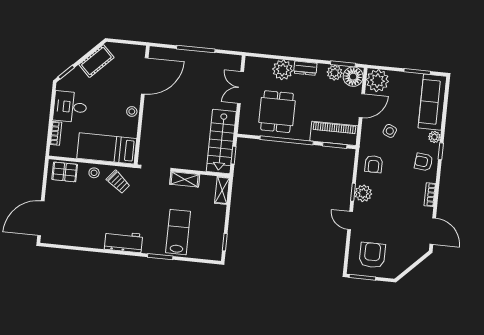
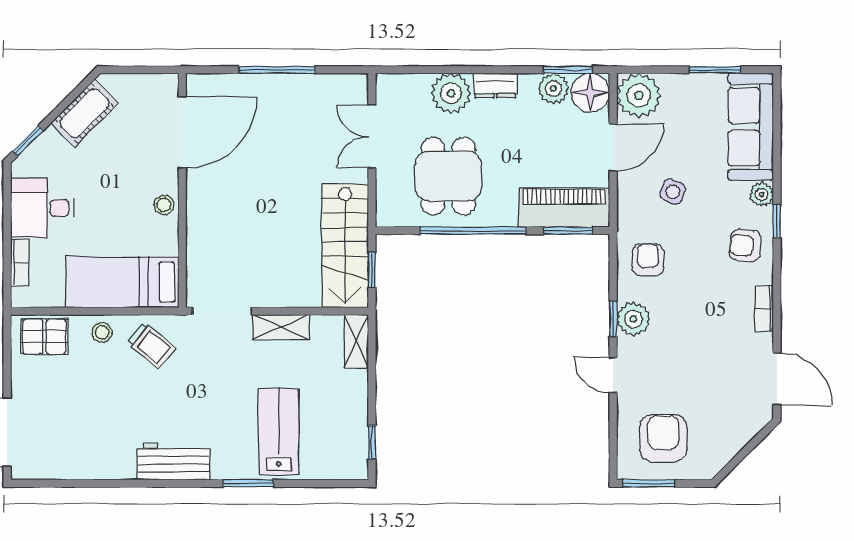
armchair: (374, 164) -> (648, 260), turned 180

